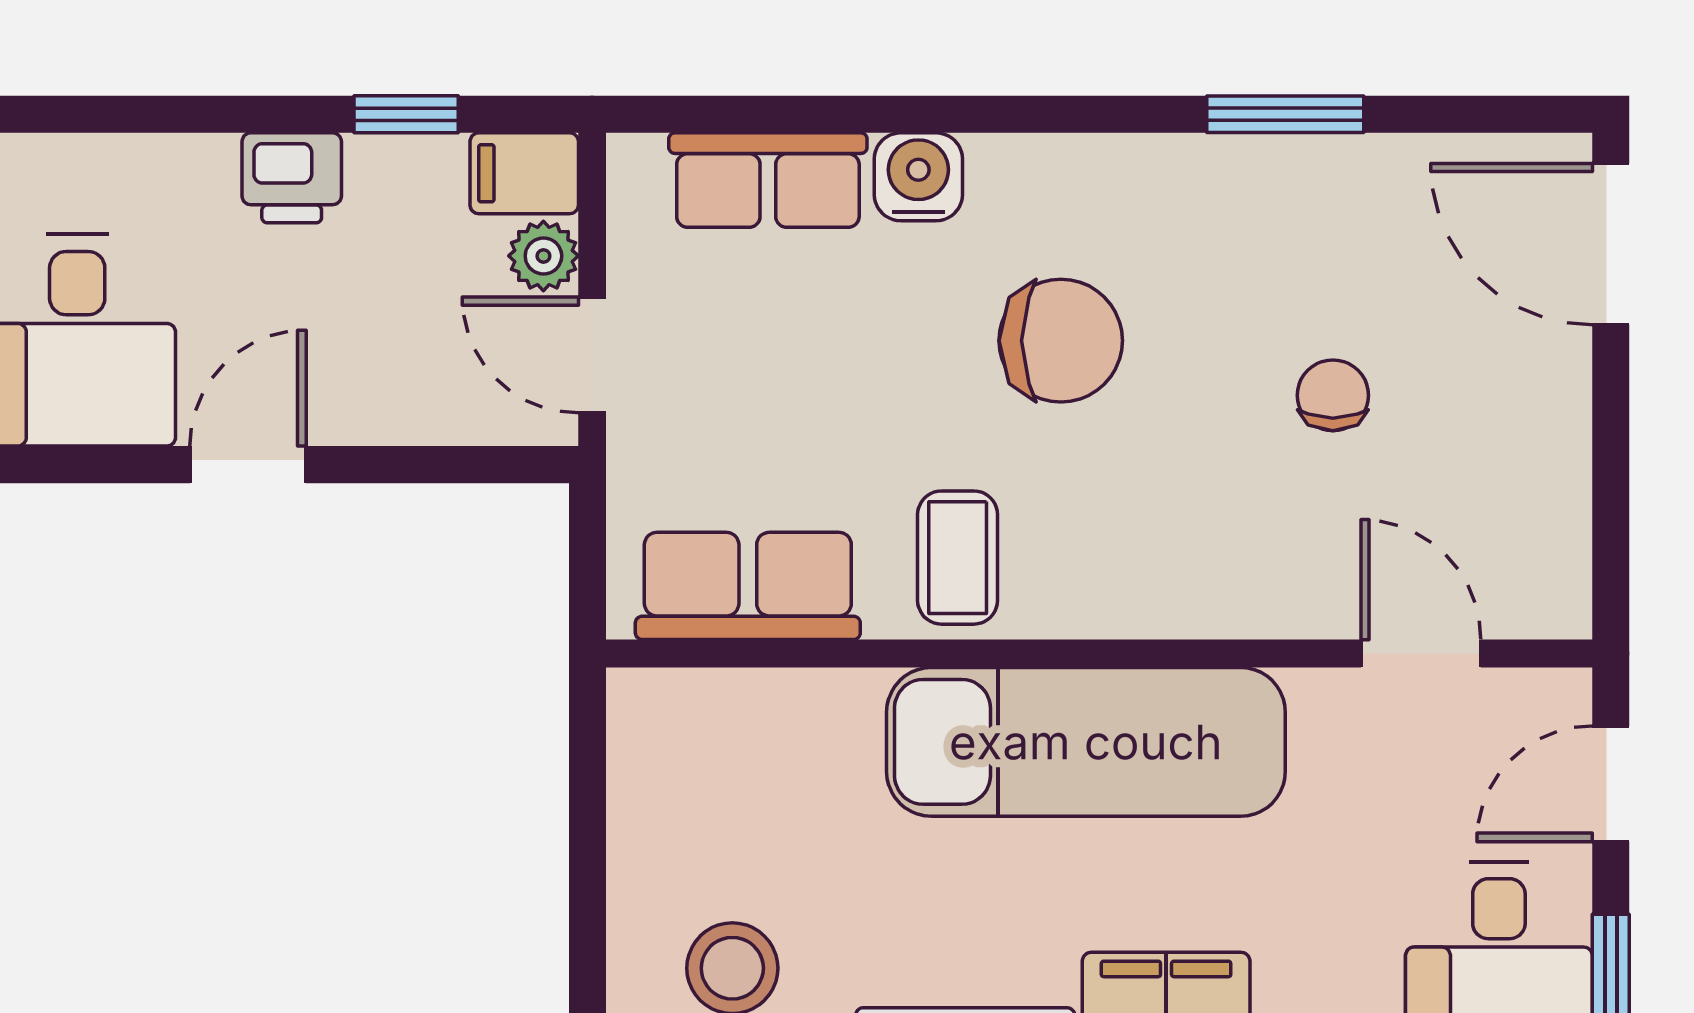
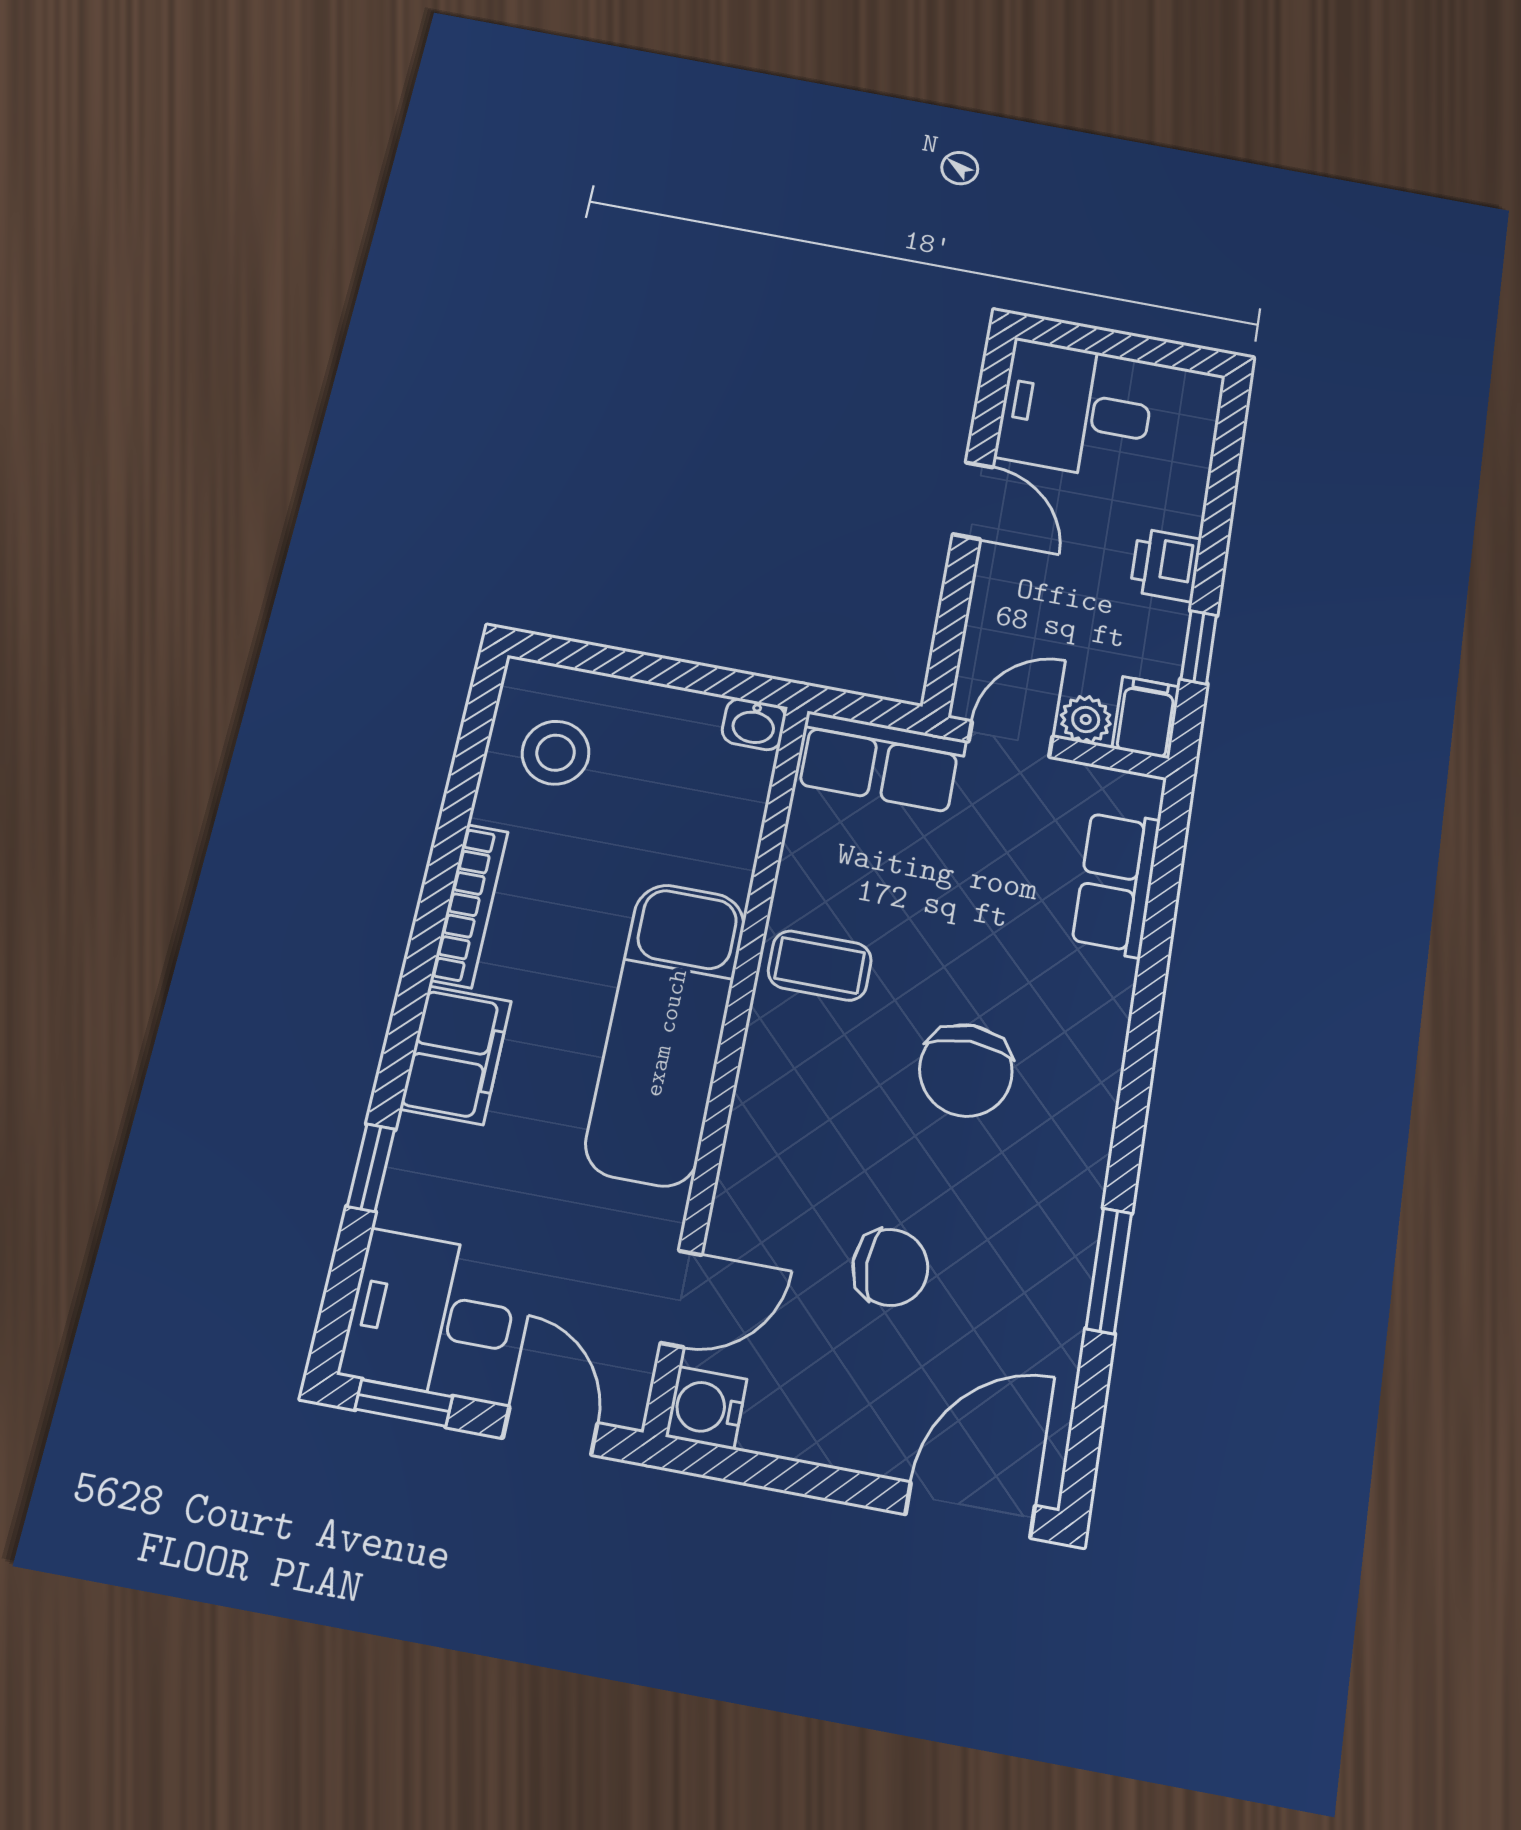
water cooler: (918, 177) -> (706, 1408), moved, turned 180
chair: (1333, 395) -> (890, 1267), width x1.37, depth x1.37
row of seats: (748, 586) -> (880, 762), moved, turned 90
washbasin: (639, 709) -> (754, 724), added

